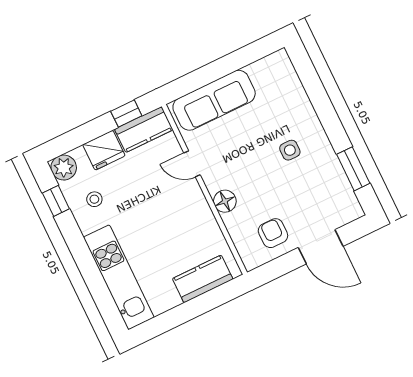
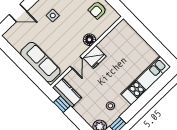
door: (315, 90) -> (18, 13), added
fridge: (104, 150) -> (95, 57), moved, turned 90
kitchen counter: (203, 279) -> (132, 38), removed

